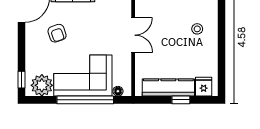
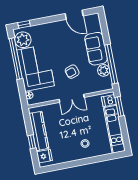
armchair: (57, 33) -> (72, 72), moved
window: (85, 100) -> (16, 59), moved

